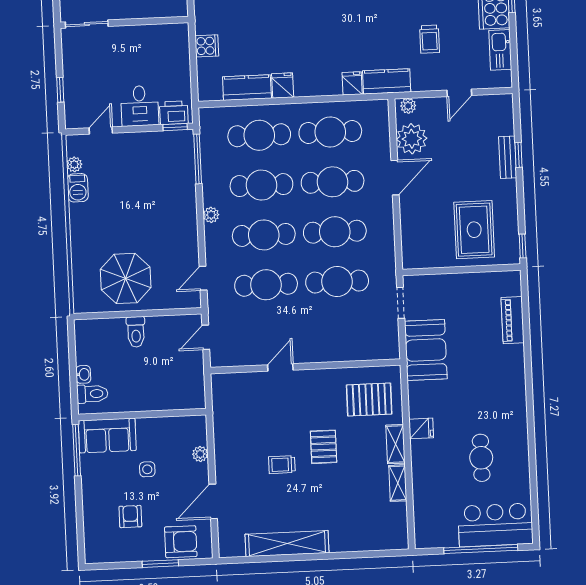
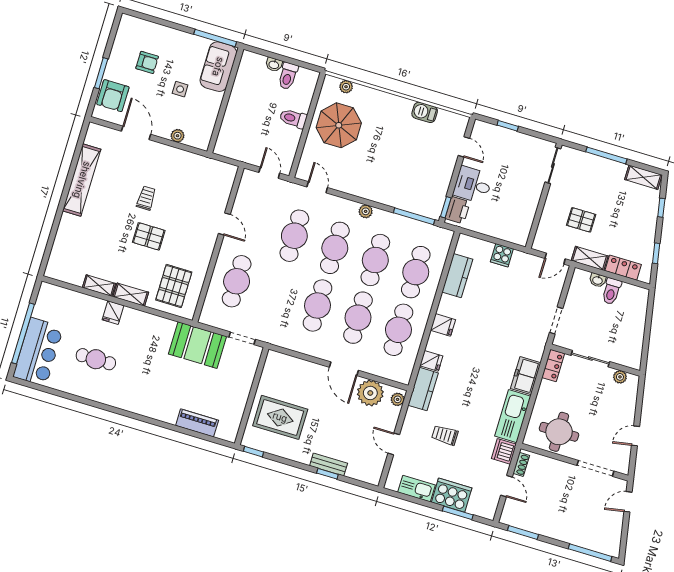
fridge: (283, 85) -> (443, 325), moved
plant: (74, 164) -> (346, 87), moved
cafe table: (337, 282) -> (237, 281), moved
toilet: (92, 394) -> (288, 76), moved
fridge: (421, 428) -> (113, 313), moved

